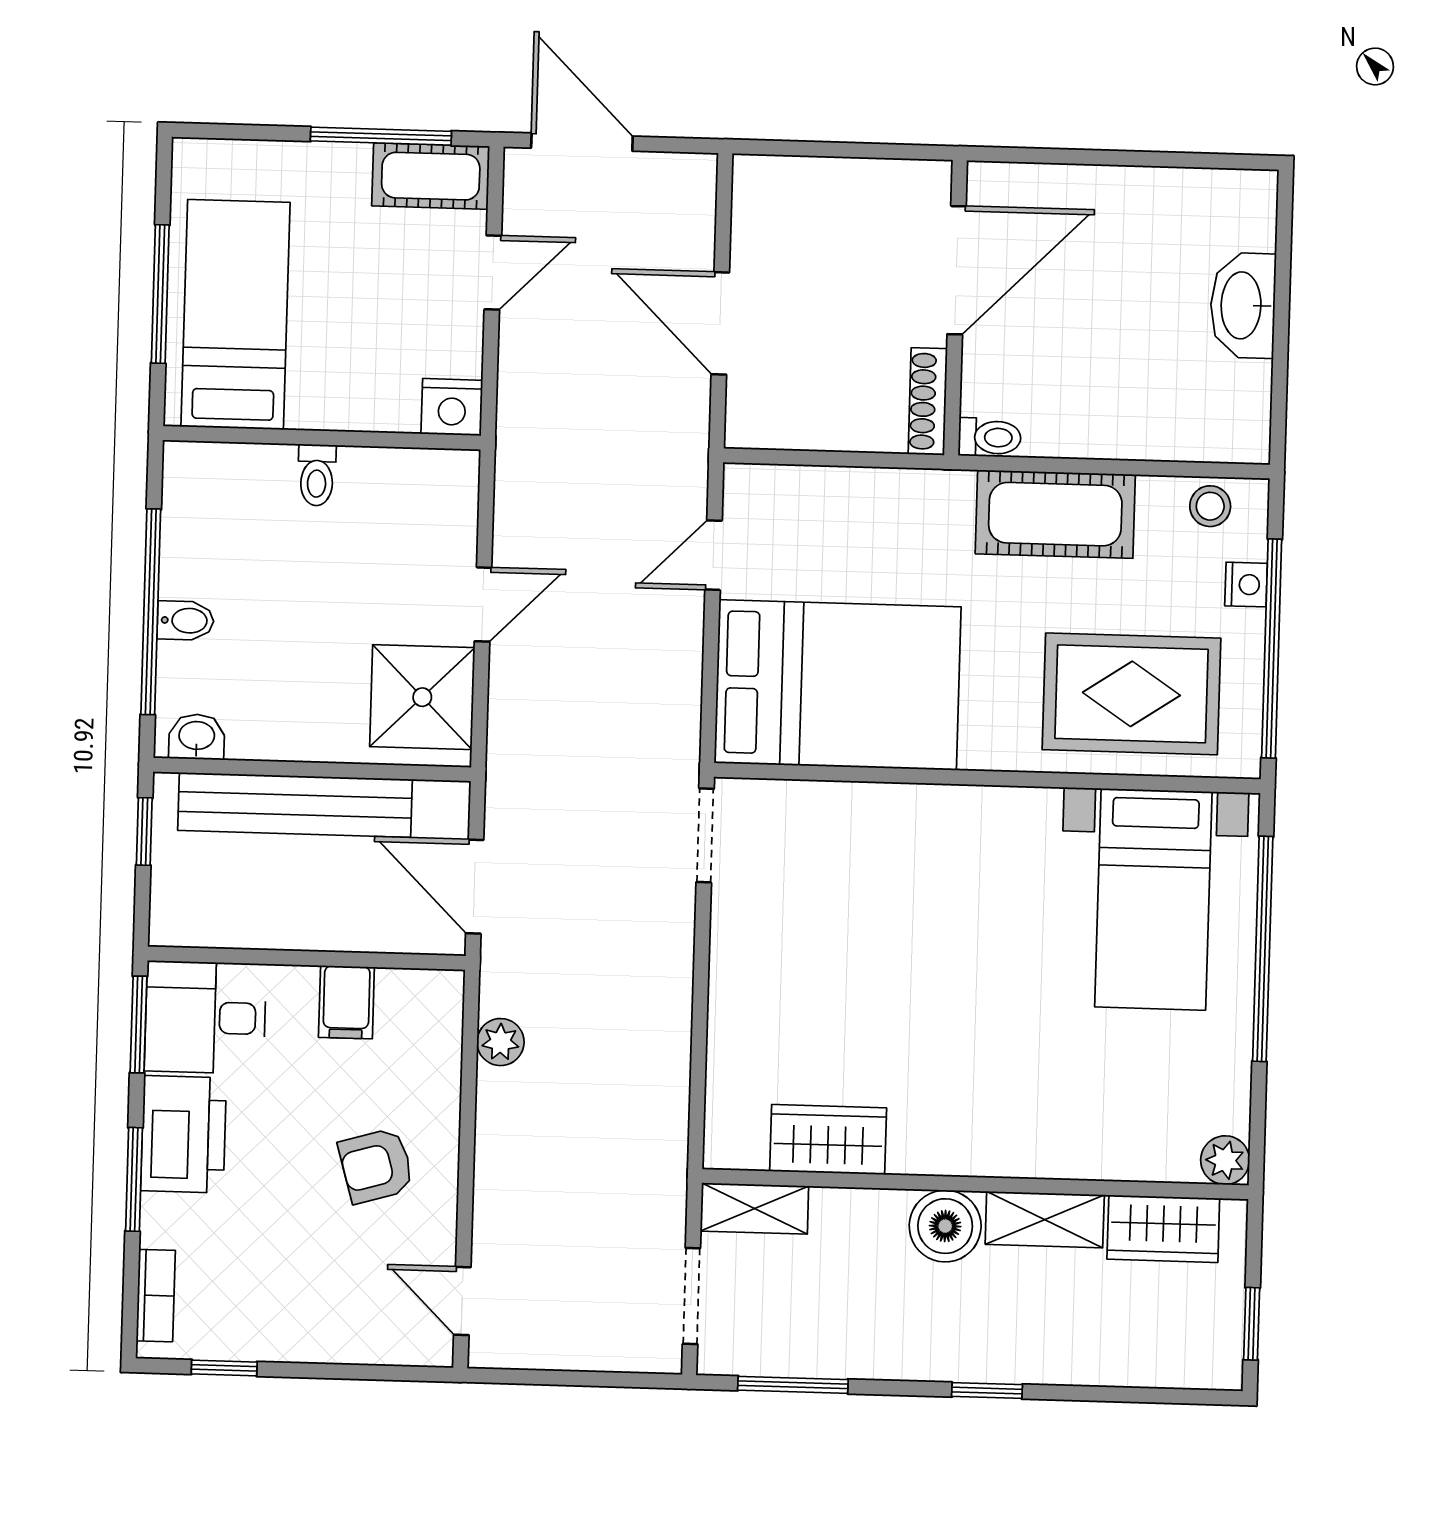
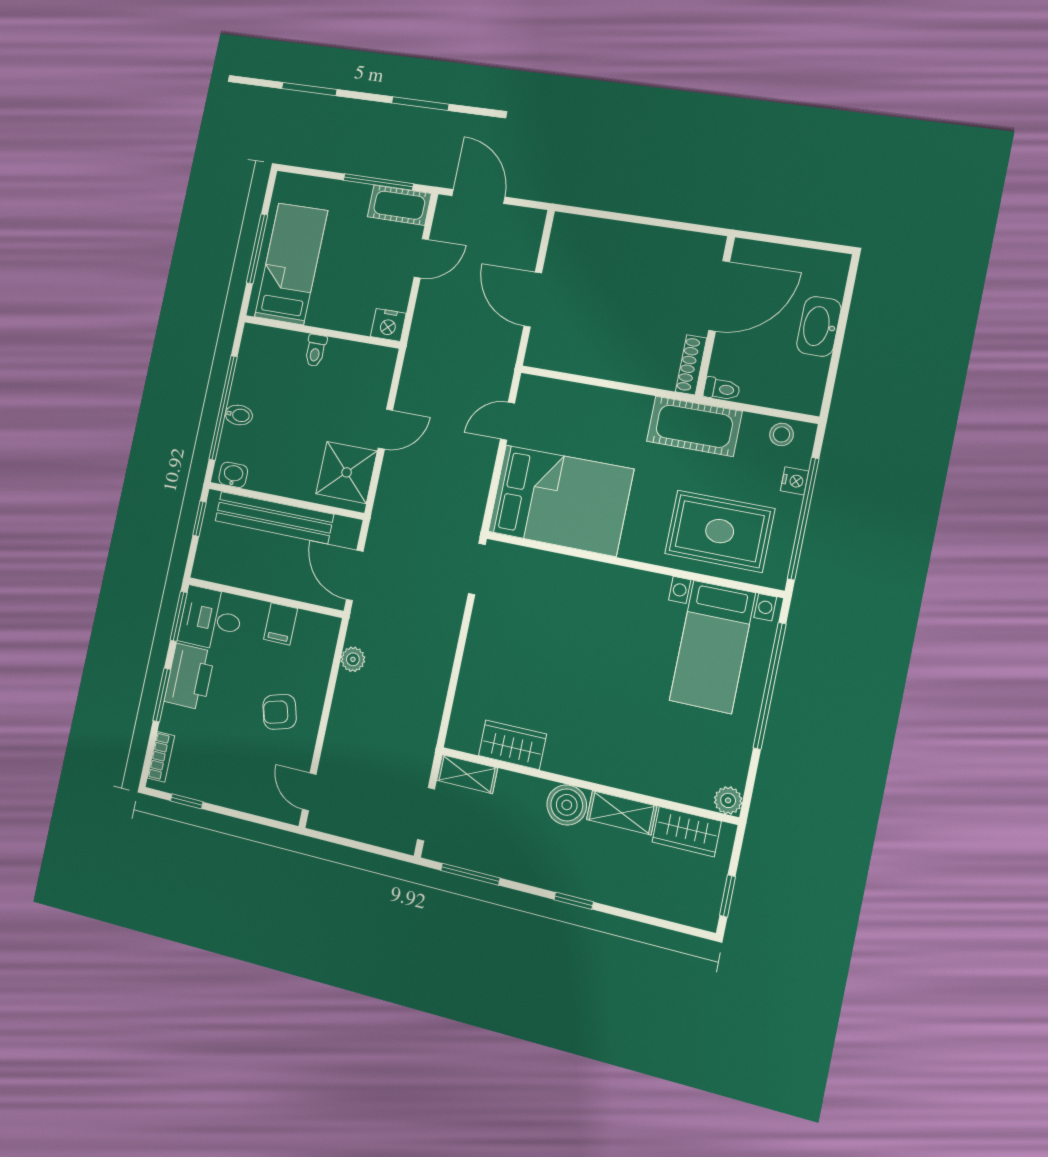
door: (957, 270) -> (719, 296), moved
wall: (955, 308) -> (715, 316), moved
shoe rack: (928, 401) -> (691, 365), moved
toilet: (990, 437) -> (722, 389), moved

